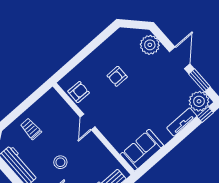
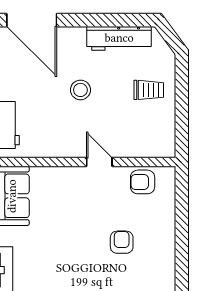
armchair: (79, 92) -> (143, 182), turned 89

